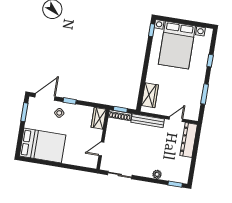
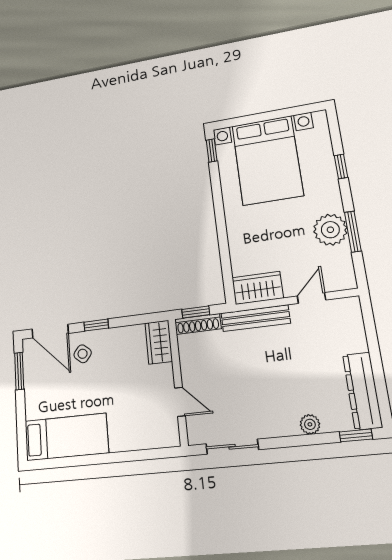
plant: (195, 90) -> (330, 230), added
wardrobe: (150, 95) -> (258, 288), moved, turned -90
door: (45, 97) -> (50, 331), swing flipped
dresser: (189, 140) -> (362, 391), moved
bed: (43, 145) -> (66, 437), width x0.67
door: (101, 149) -> (180, 402), swing flipped

